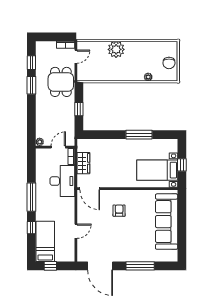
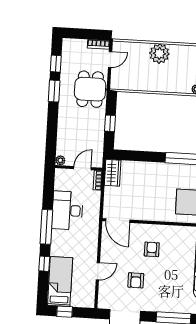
wardrobe: (83, 163) -> (113, 173), moved
desk: (62, 181) -> (67, 210), moved, turned 180
armchair: (107, 237) -> (136, 280), added

